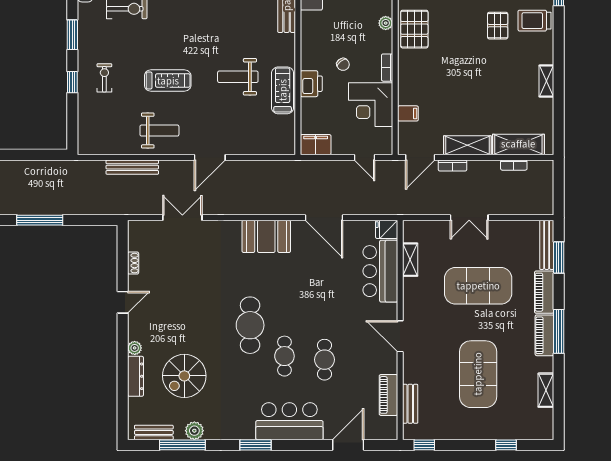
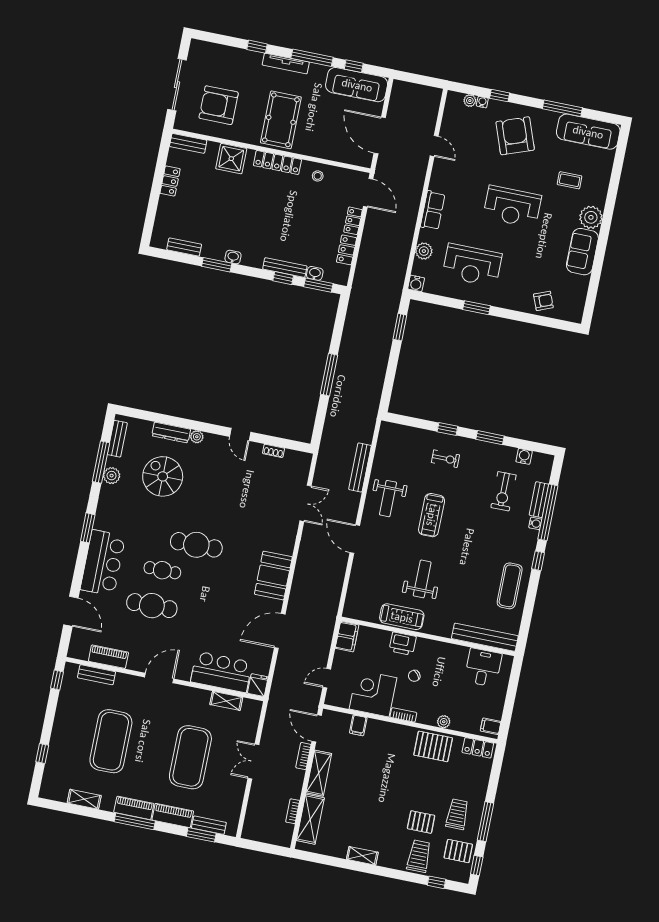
bench: (547, 245) -> (209, 825), width x0.73
cafe table: (325, 360) -> (152, 606), width x1.37, depth x1.35
exercise mat: (478, 374) -> (111, 741), turned 90

